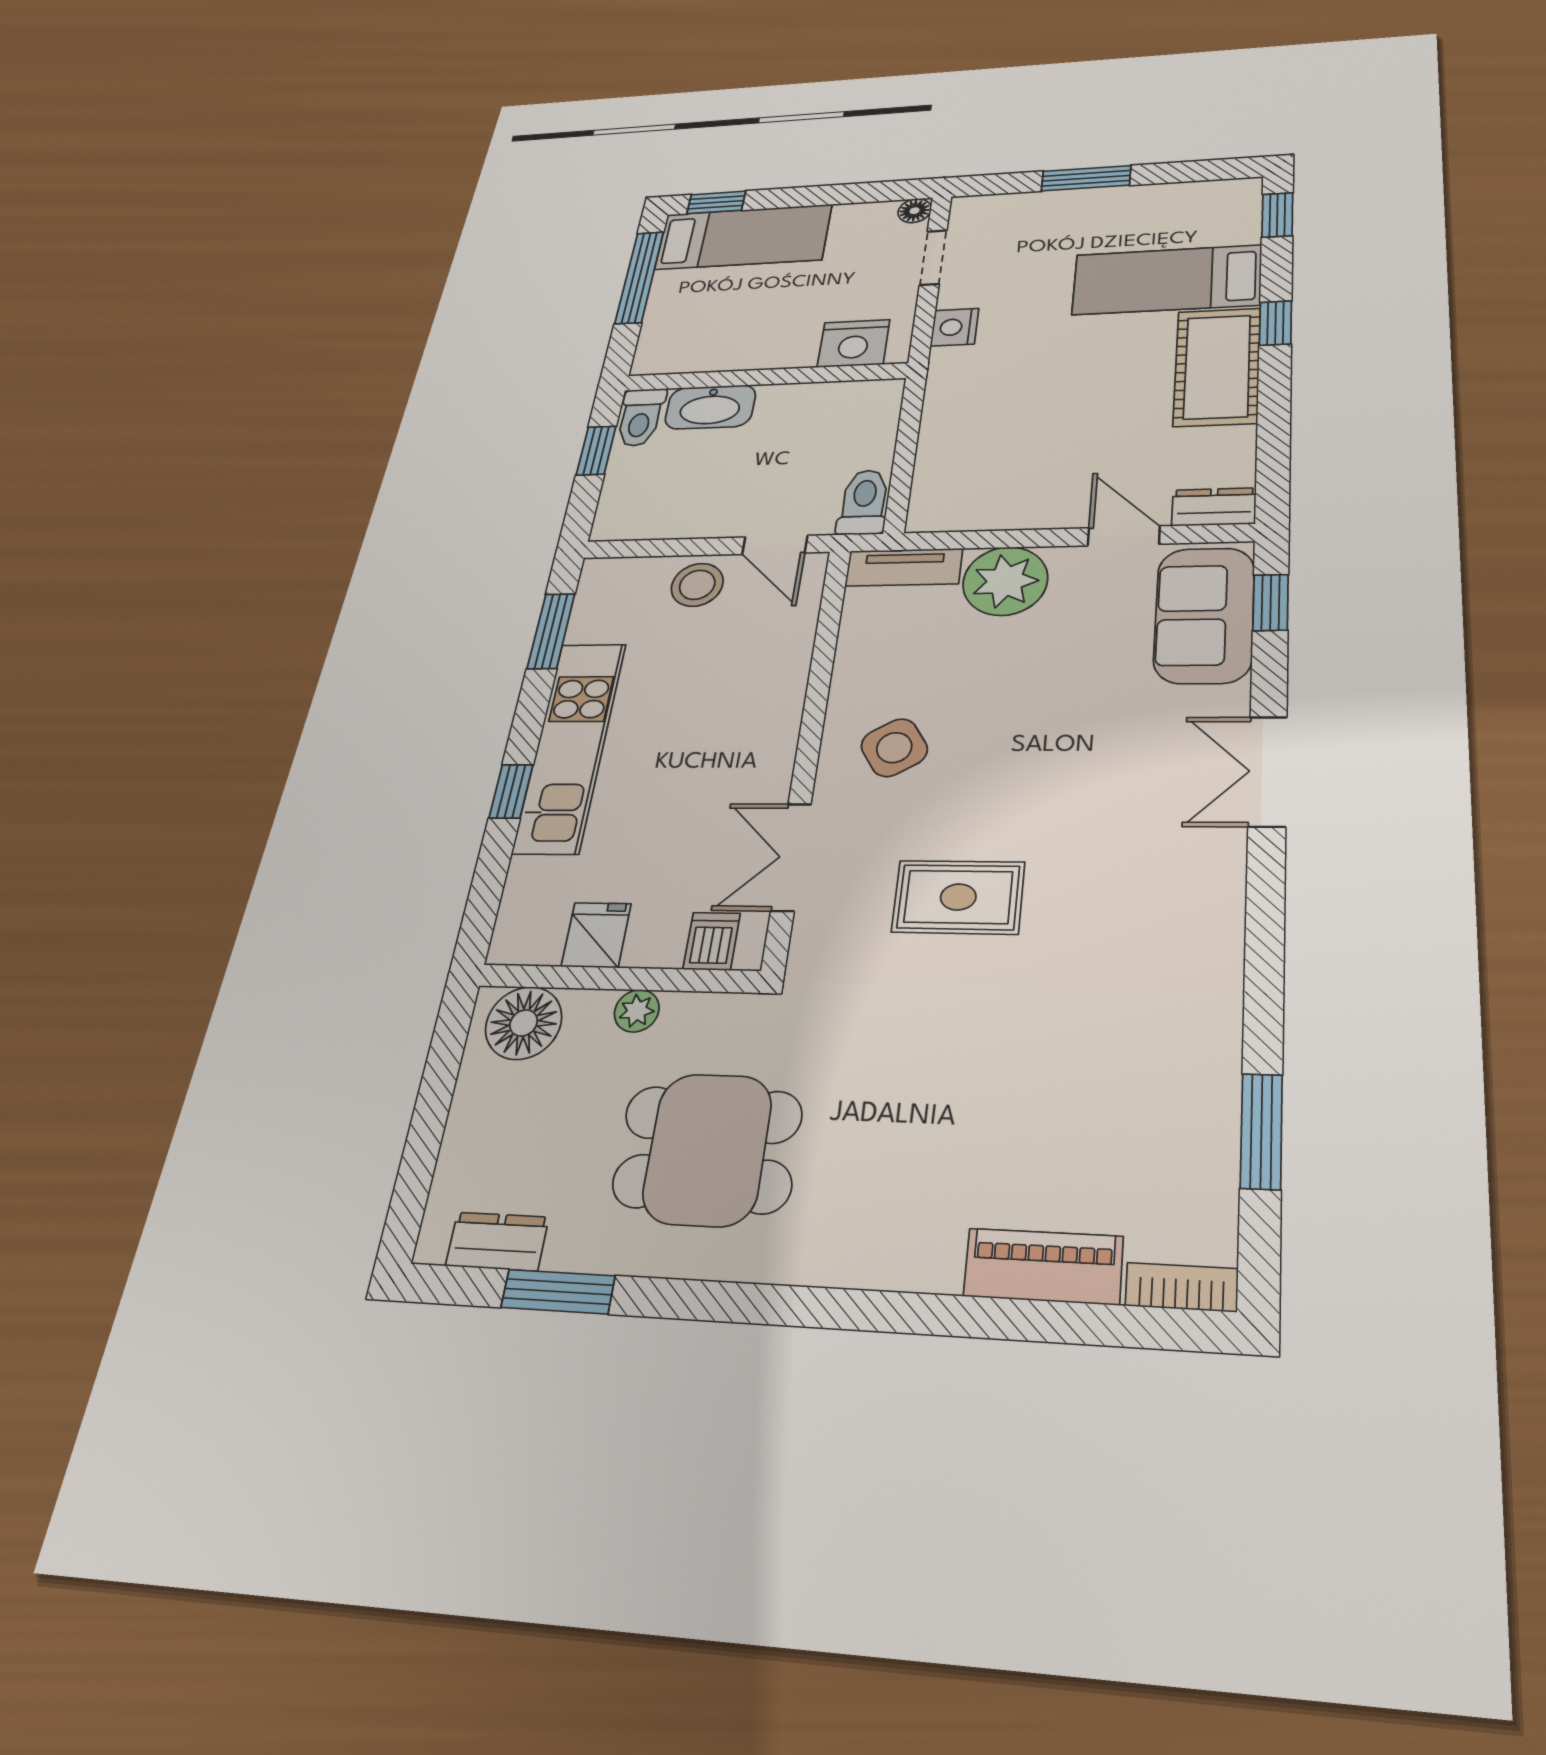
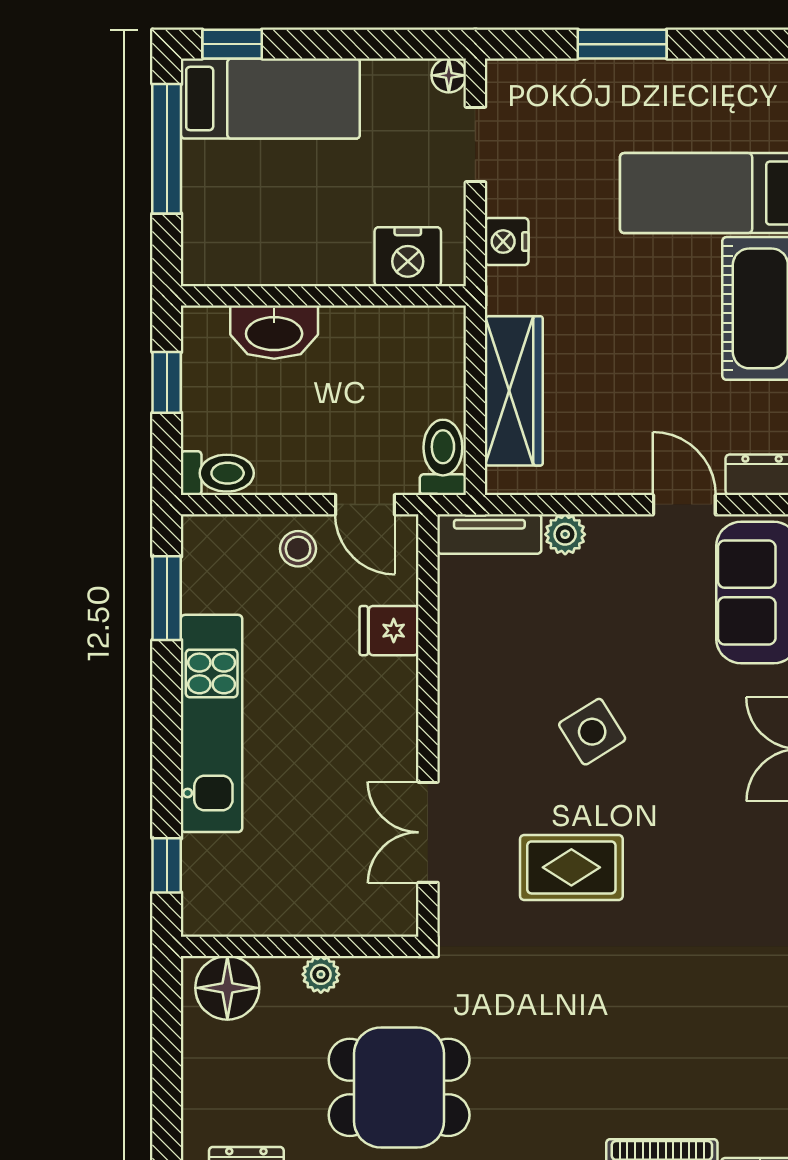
toilet: (641, 417) -> (217, 473), moved, turned -90
wardrobe: (947, 444) -> (514, 391), added
plant: (1005, 581) -> (565, 534), width x0.53, depth x0.53
stool: (697, 585) -> (298, 549), width x0.73, depth x0.73
side table: (894, 748) -> (592, 732), moved
window: (511, 791) -> (167, 865), moved
fridge: (596, 935) -> (389, 631), moved, turned -90
dishwasher: (712, 941) -> (373, 911), removed

